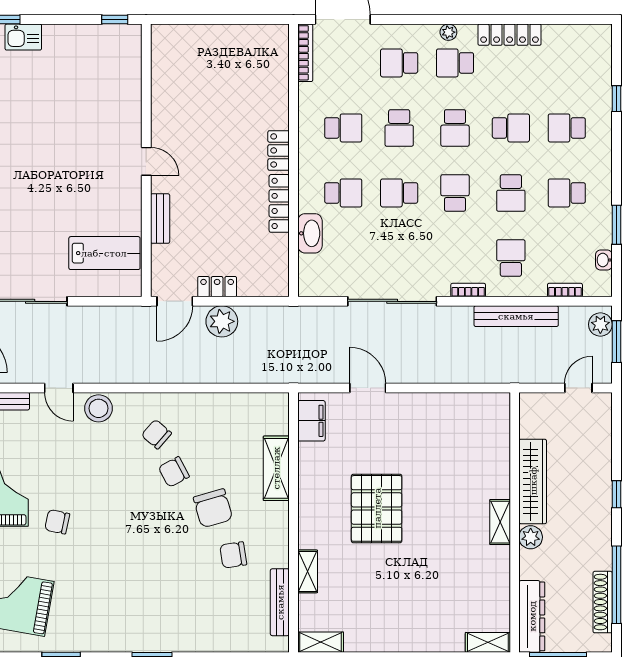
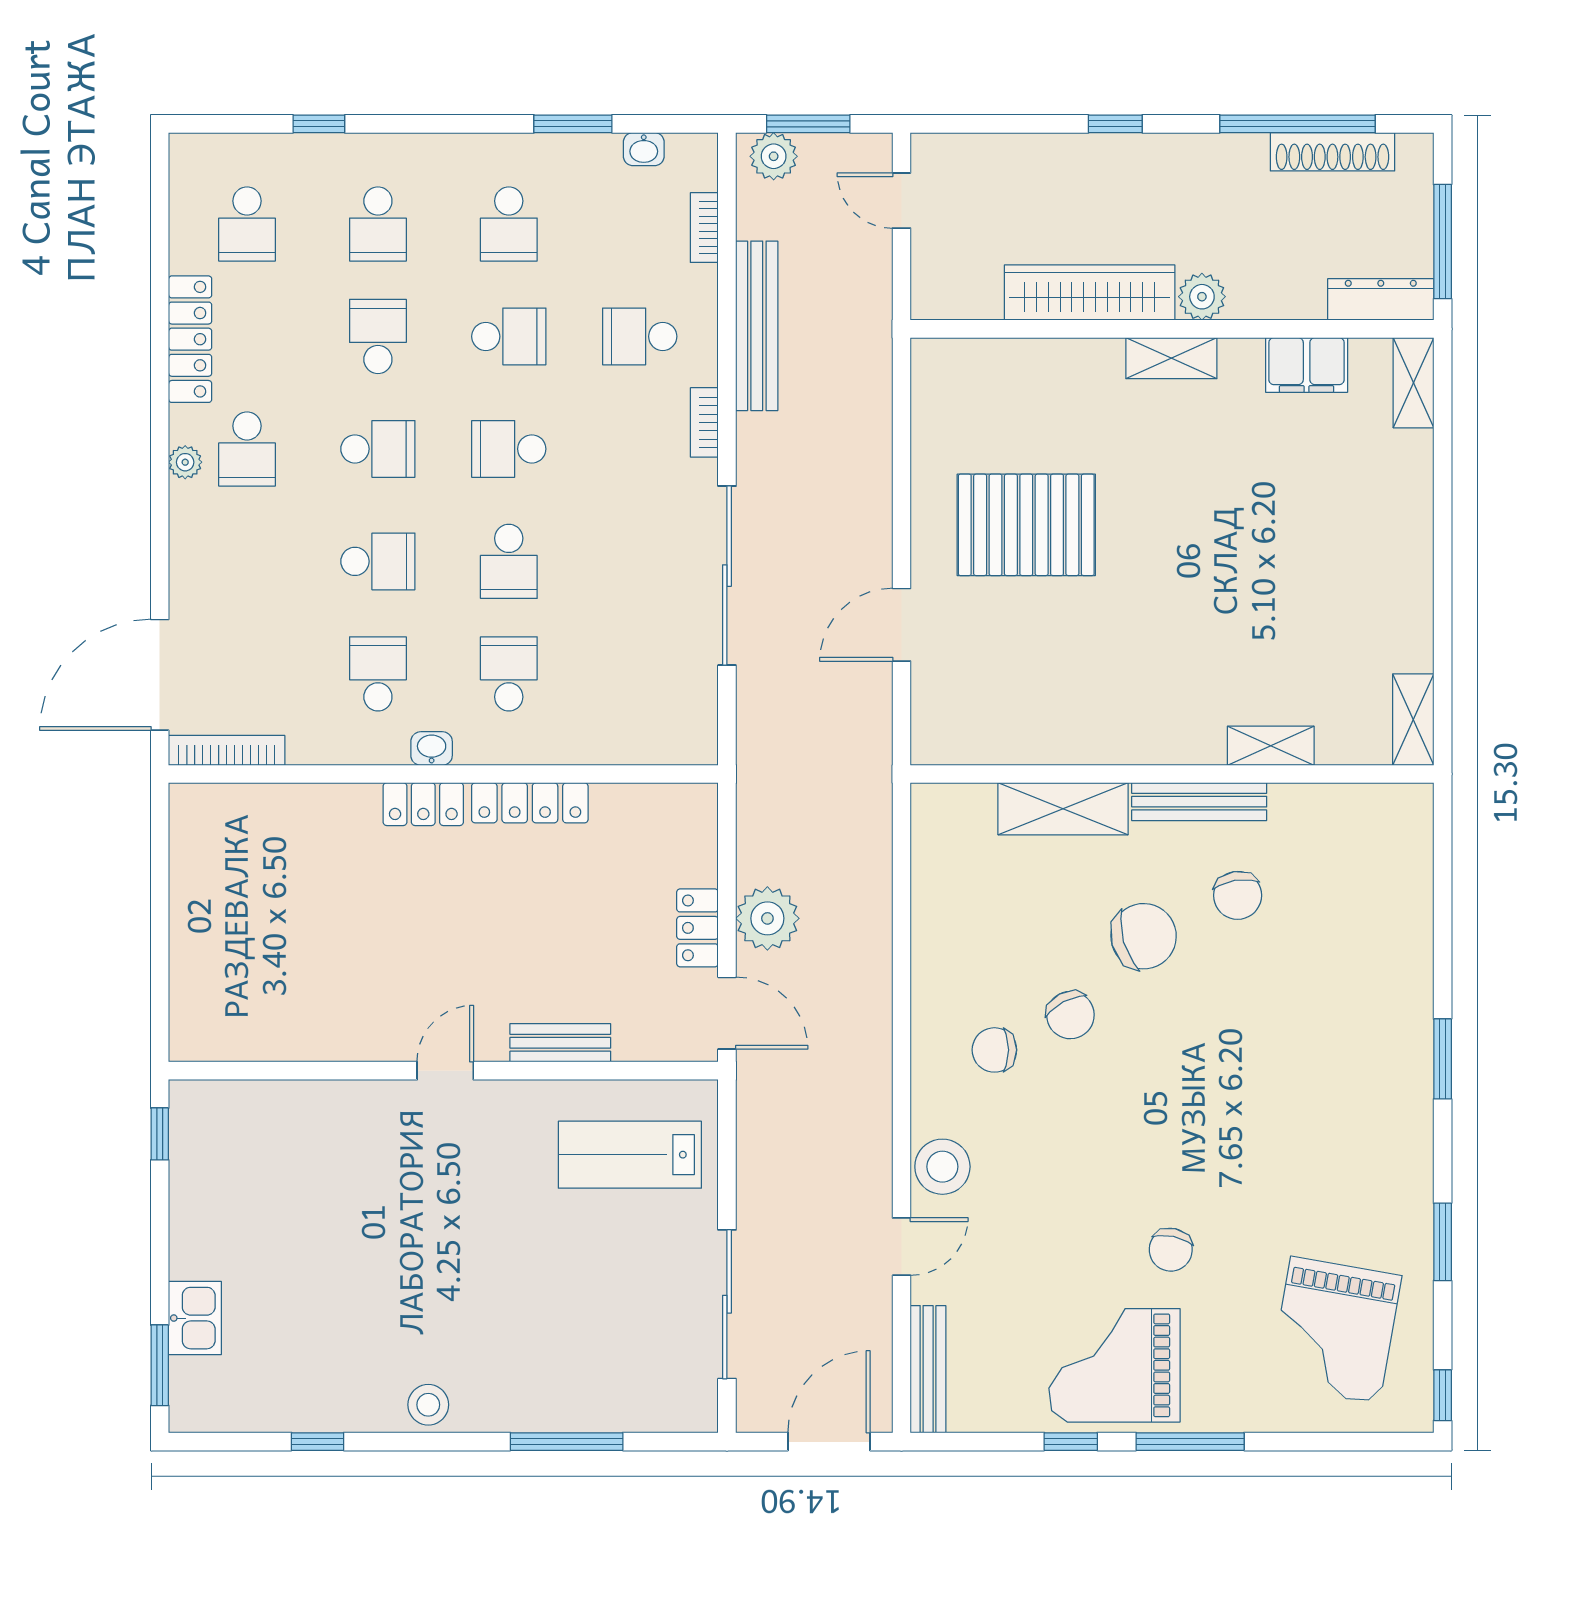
school desk: (399, 63) -> (247, 224), moved
washbasin: (310, 233) -> (432, 748), moved, width x0.52, depth x0.69
lab bench: (104, 253) -> (630, 1155), turned -90
filing cabinet: (311, 421) -> (1307, 365), moved, turned 180
chair: (156, 434) -> (994, 1050), turned 49
pallet: (377, 508) -> (1026, 525), moved
bench: (280, 602) -> (1199, 802), moved
dresser: (532, 616) -> (1381, 299), width x0.73, depth x0.80

